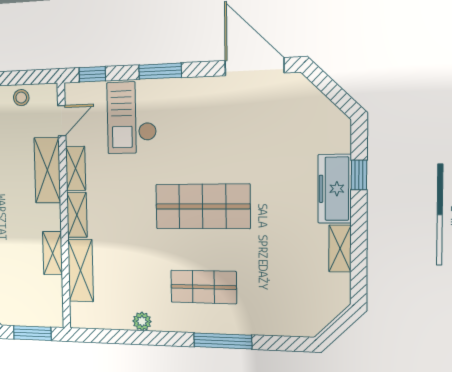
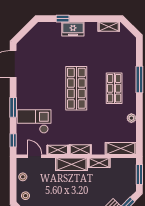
checkout: (132, 117) -> (34, 121), turned 180
shelving: (47, 170) -> (71, 164), moved
freezer: (335, 189) -> (73, 29), width x0.71
shelving: (340, 249) -> (109, 27), moved
shelving: (81, 270) -> (121, 148), moved

